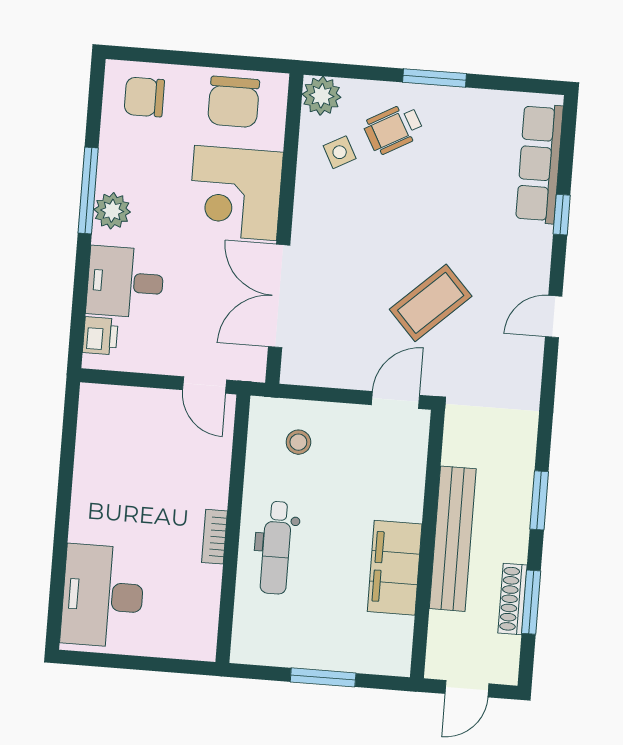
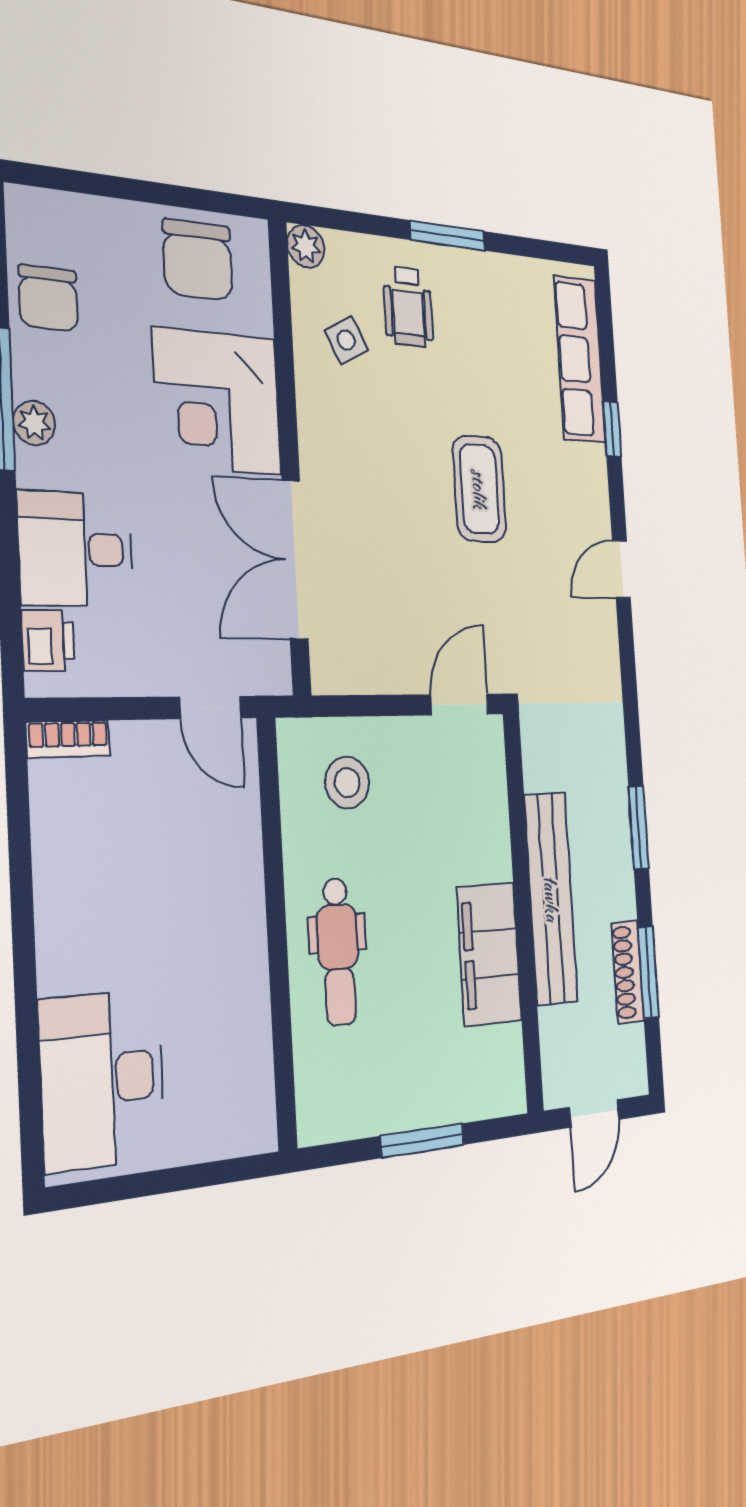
plant: (322, 96) -> (306, 246), width x0.73, depth x0.73
chair: (144, 97) -> (48, 298), moved, turned -90
wheelchair: (394, 129) -> (408, 307), turned -61
plant: (112, 211) -> (34, 423), width x0.73, depth x0.73
coffee table: (431, 303) -> (479, 489), moved, turned -47
stool: (298, 442) -> (347, 783), width x1.37, depth x1.37
bookcase: (214, 537) -> (68, 739), moved, turned -90

